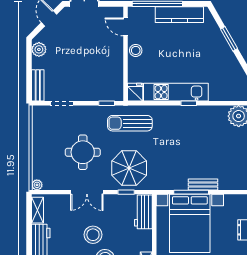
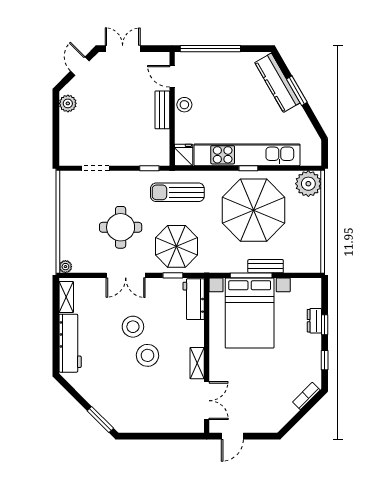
kitchen counter: (179, 15) -> (277, 83), moved, turned 60
bench: (38, 85) -> (162, 110), moved
kitchen unit: (176, 92) -> (247, 155), width x1.36
parasol: (193, 138) -> (253, 210), added

